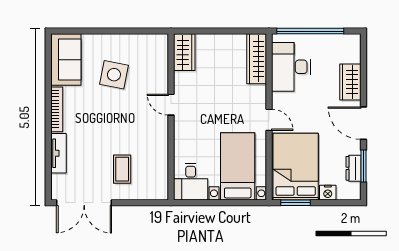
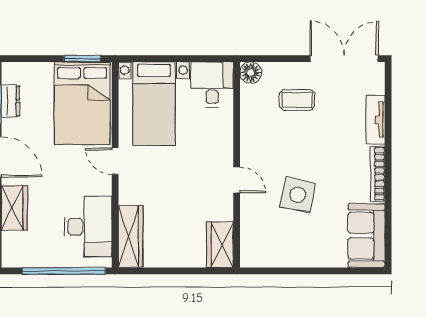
side table: (114, 75) -> (298, 195), moved
coffee table: (122, 169) -> (297, 100), turned 90
floor lamp: (159, 191) -> (251, 73), added
nightstand: (328, 193) -> (42, 71), removed

